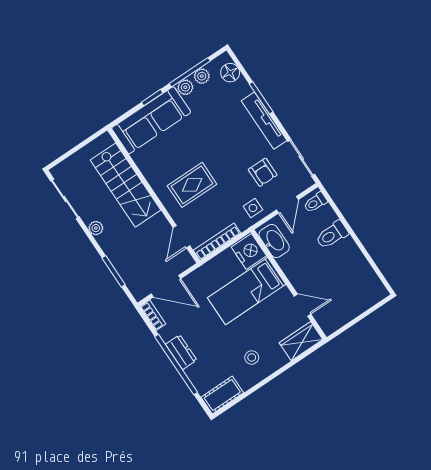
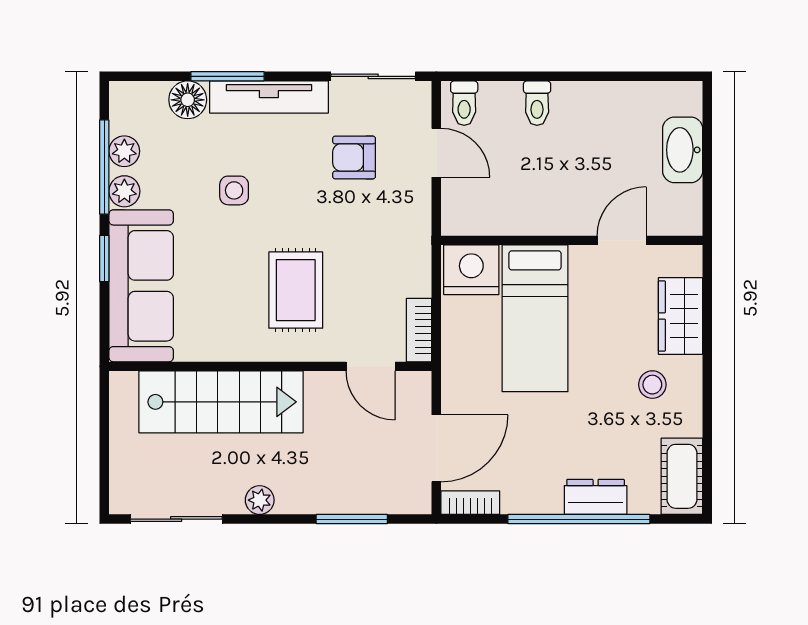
floor lamp: (230, 73) -> (188, 100), moved
armchair: (263, 172) -> (354, 157), turned 180
side table: (253, 208) -> (234, 190), moved
toilet: (332, 235) -> (537, 103), width x0.73, depth x0.72
washbasin: (274, 241) -> (683, 150), moved, turned -90
bookcase: (217, 242) -> (419, 330), width x0.64
wardrobe: (301, 341) -> (680, 316), moved
dresser: (181, 352) -> (596, 497), moved

